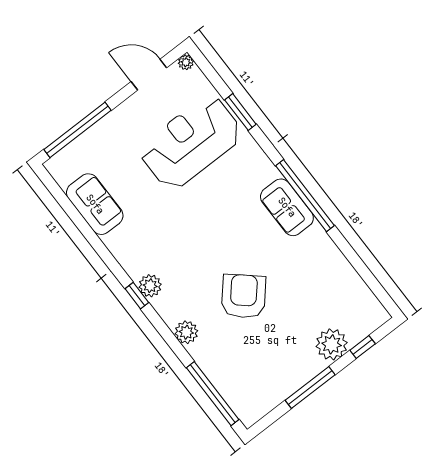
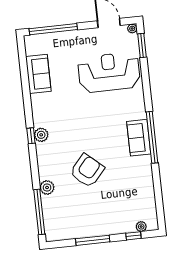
window: (240, 112) -> (142, 45), moved
plant: (186, 332) -> (47, 187), moved
plant: (332, 344) -> (141, 227), moved, width x0.53, depth x0.53

